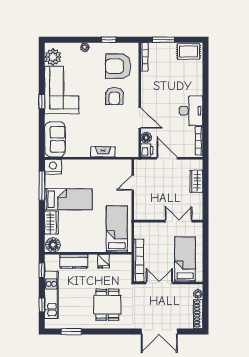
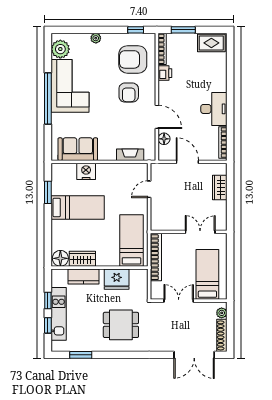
window: (109, 40) -> (136, 30), moved
window: (42, 101) -> (48, 99), width x3.17
sofa: (55, 139) -> (78, 149), moved, turned -90
printer: (147, 150) -> (165, 73), moved
fireplace: (103, 152) -> (130, 155), moved
nightstand: (53, 167) -> (86, 171), moved
window: (42, 186) -> (48, 192), width x0.69
wardrobe: (51, 222) -> (82, 259), moved, turned -90
bookcase: (139, 260) -> (156, 257), moved
fridge: (104, 261) -> (117, 279), width x1.88, depth x1.34
window: (42, 270) -> (48, 300), moved
dining table: (107, 305) -> (121, 325), turned 90
double door: (159, 332) -> (194, 355), moved

